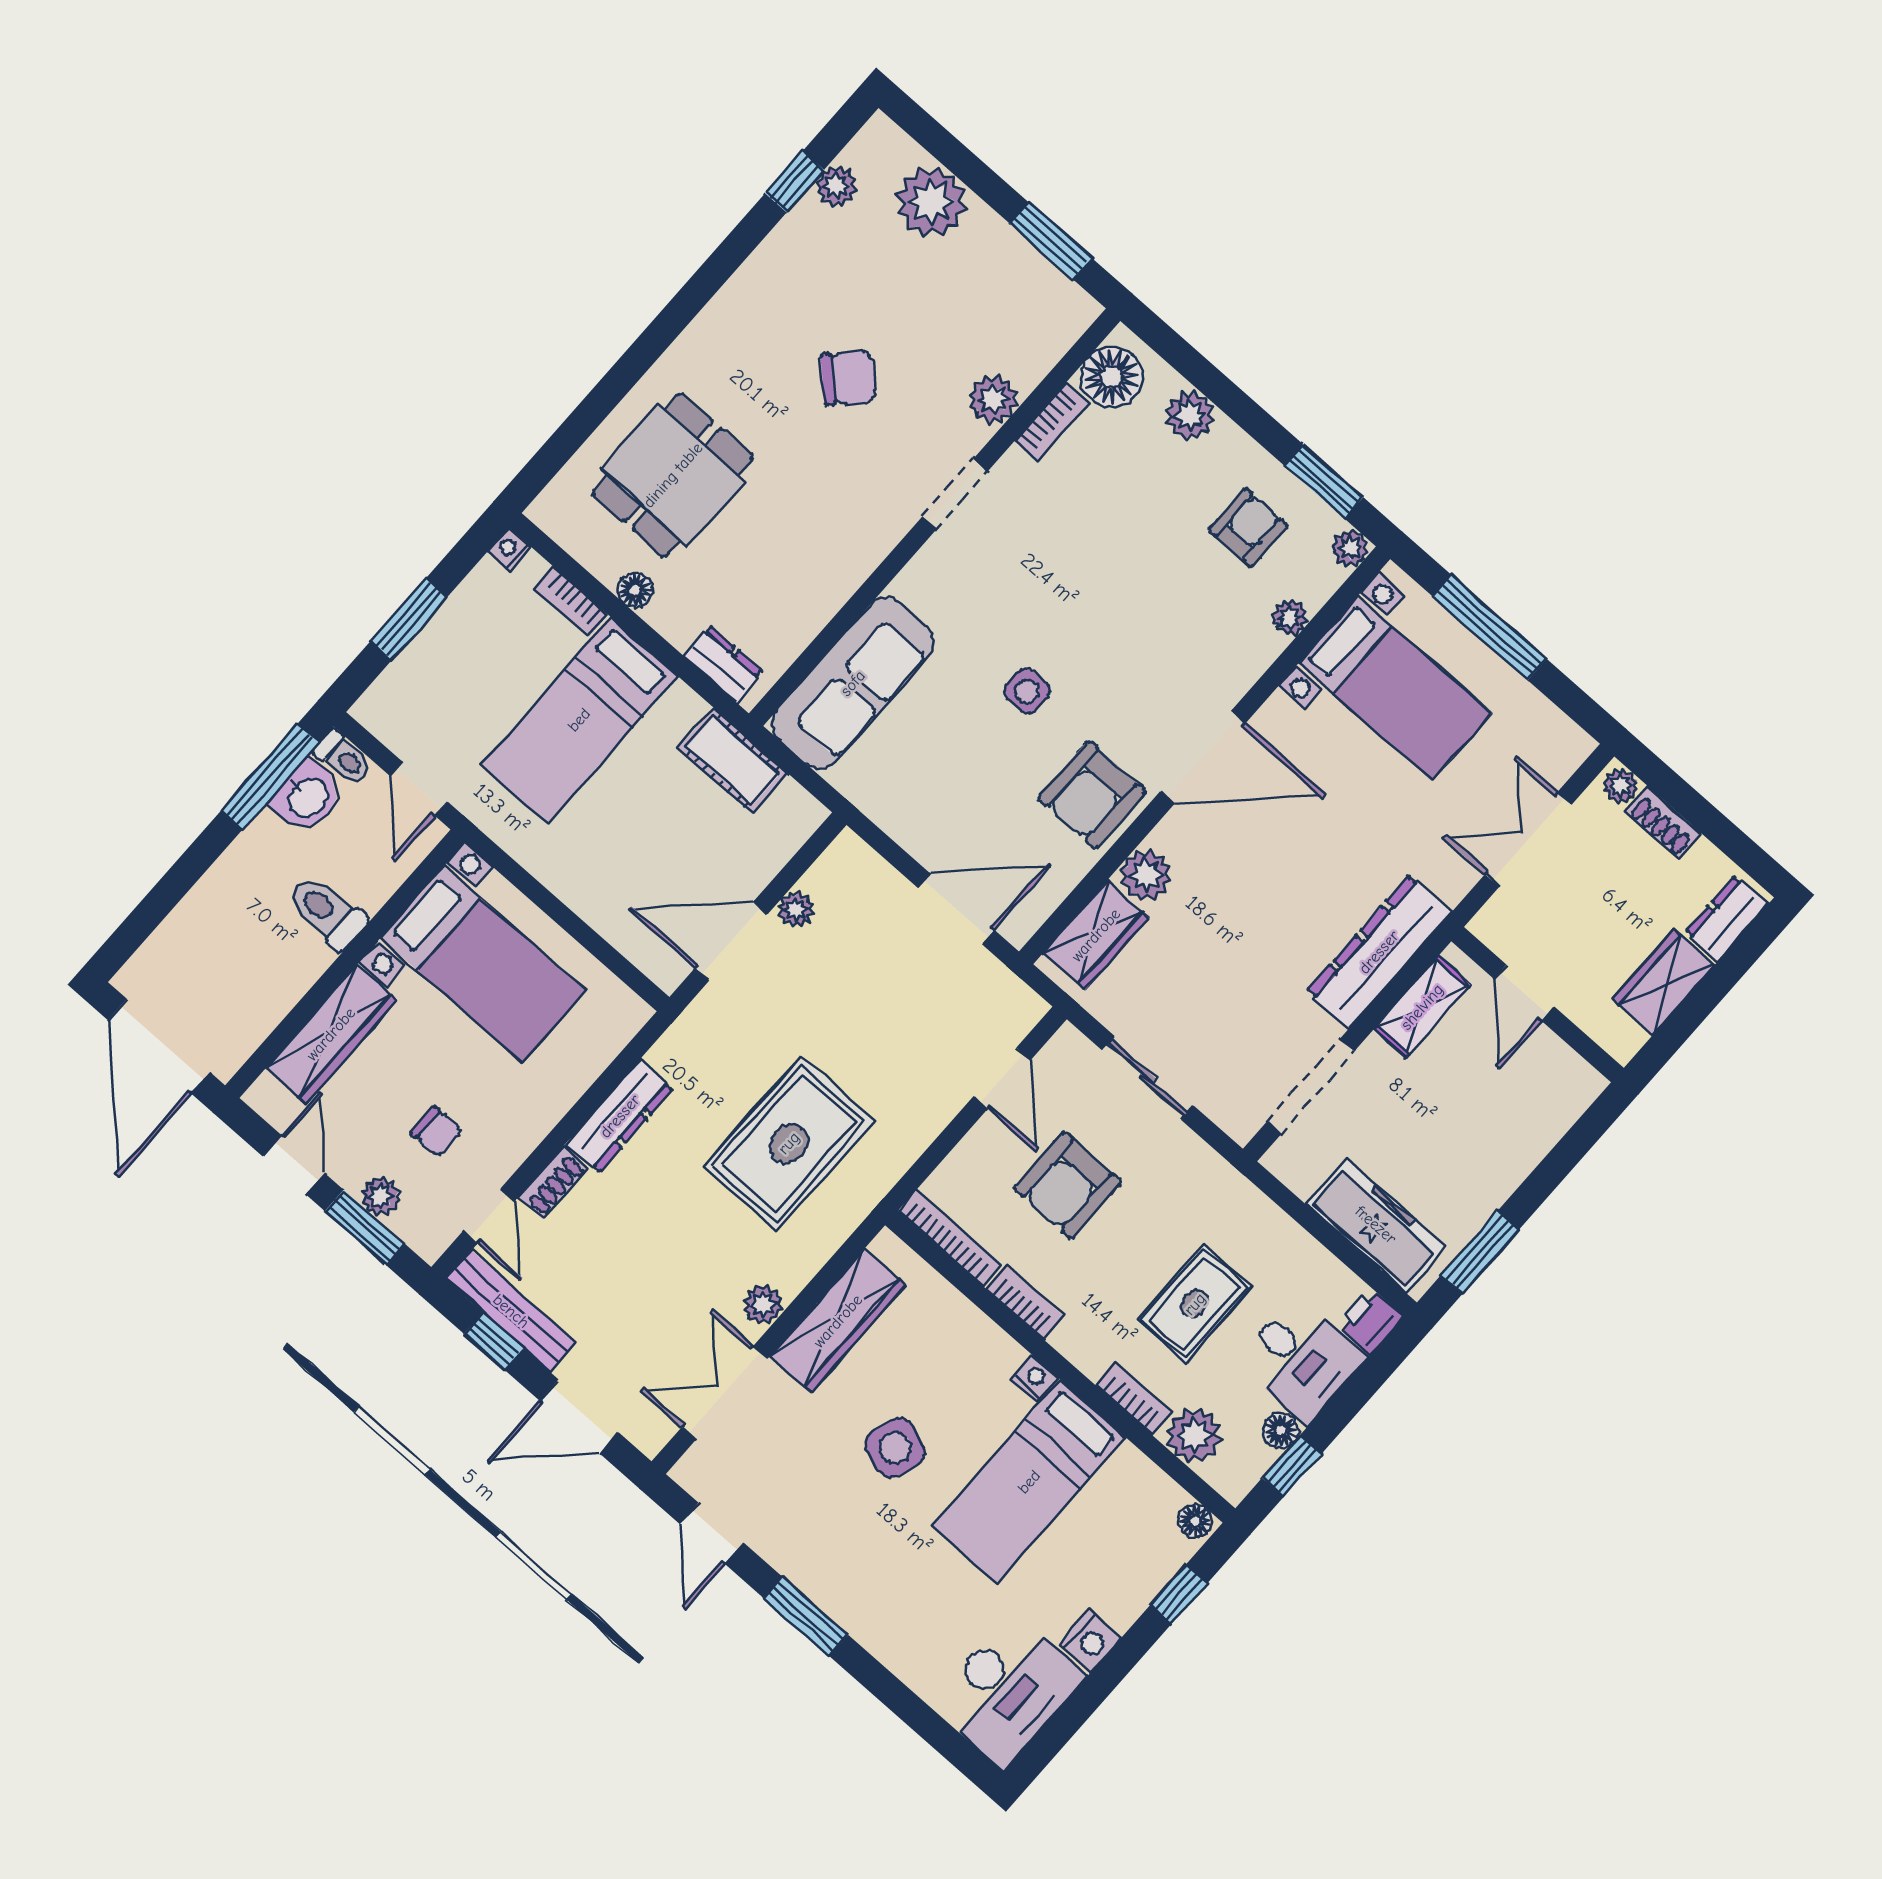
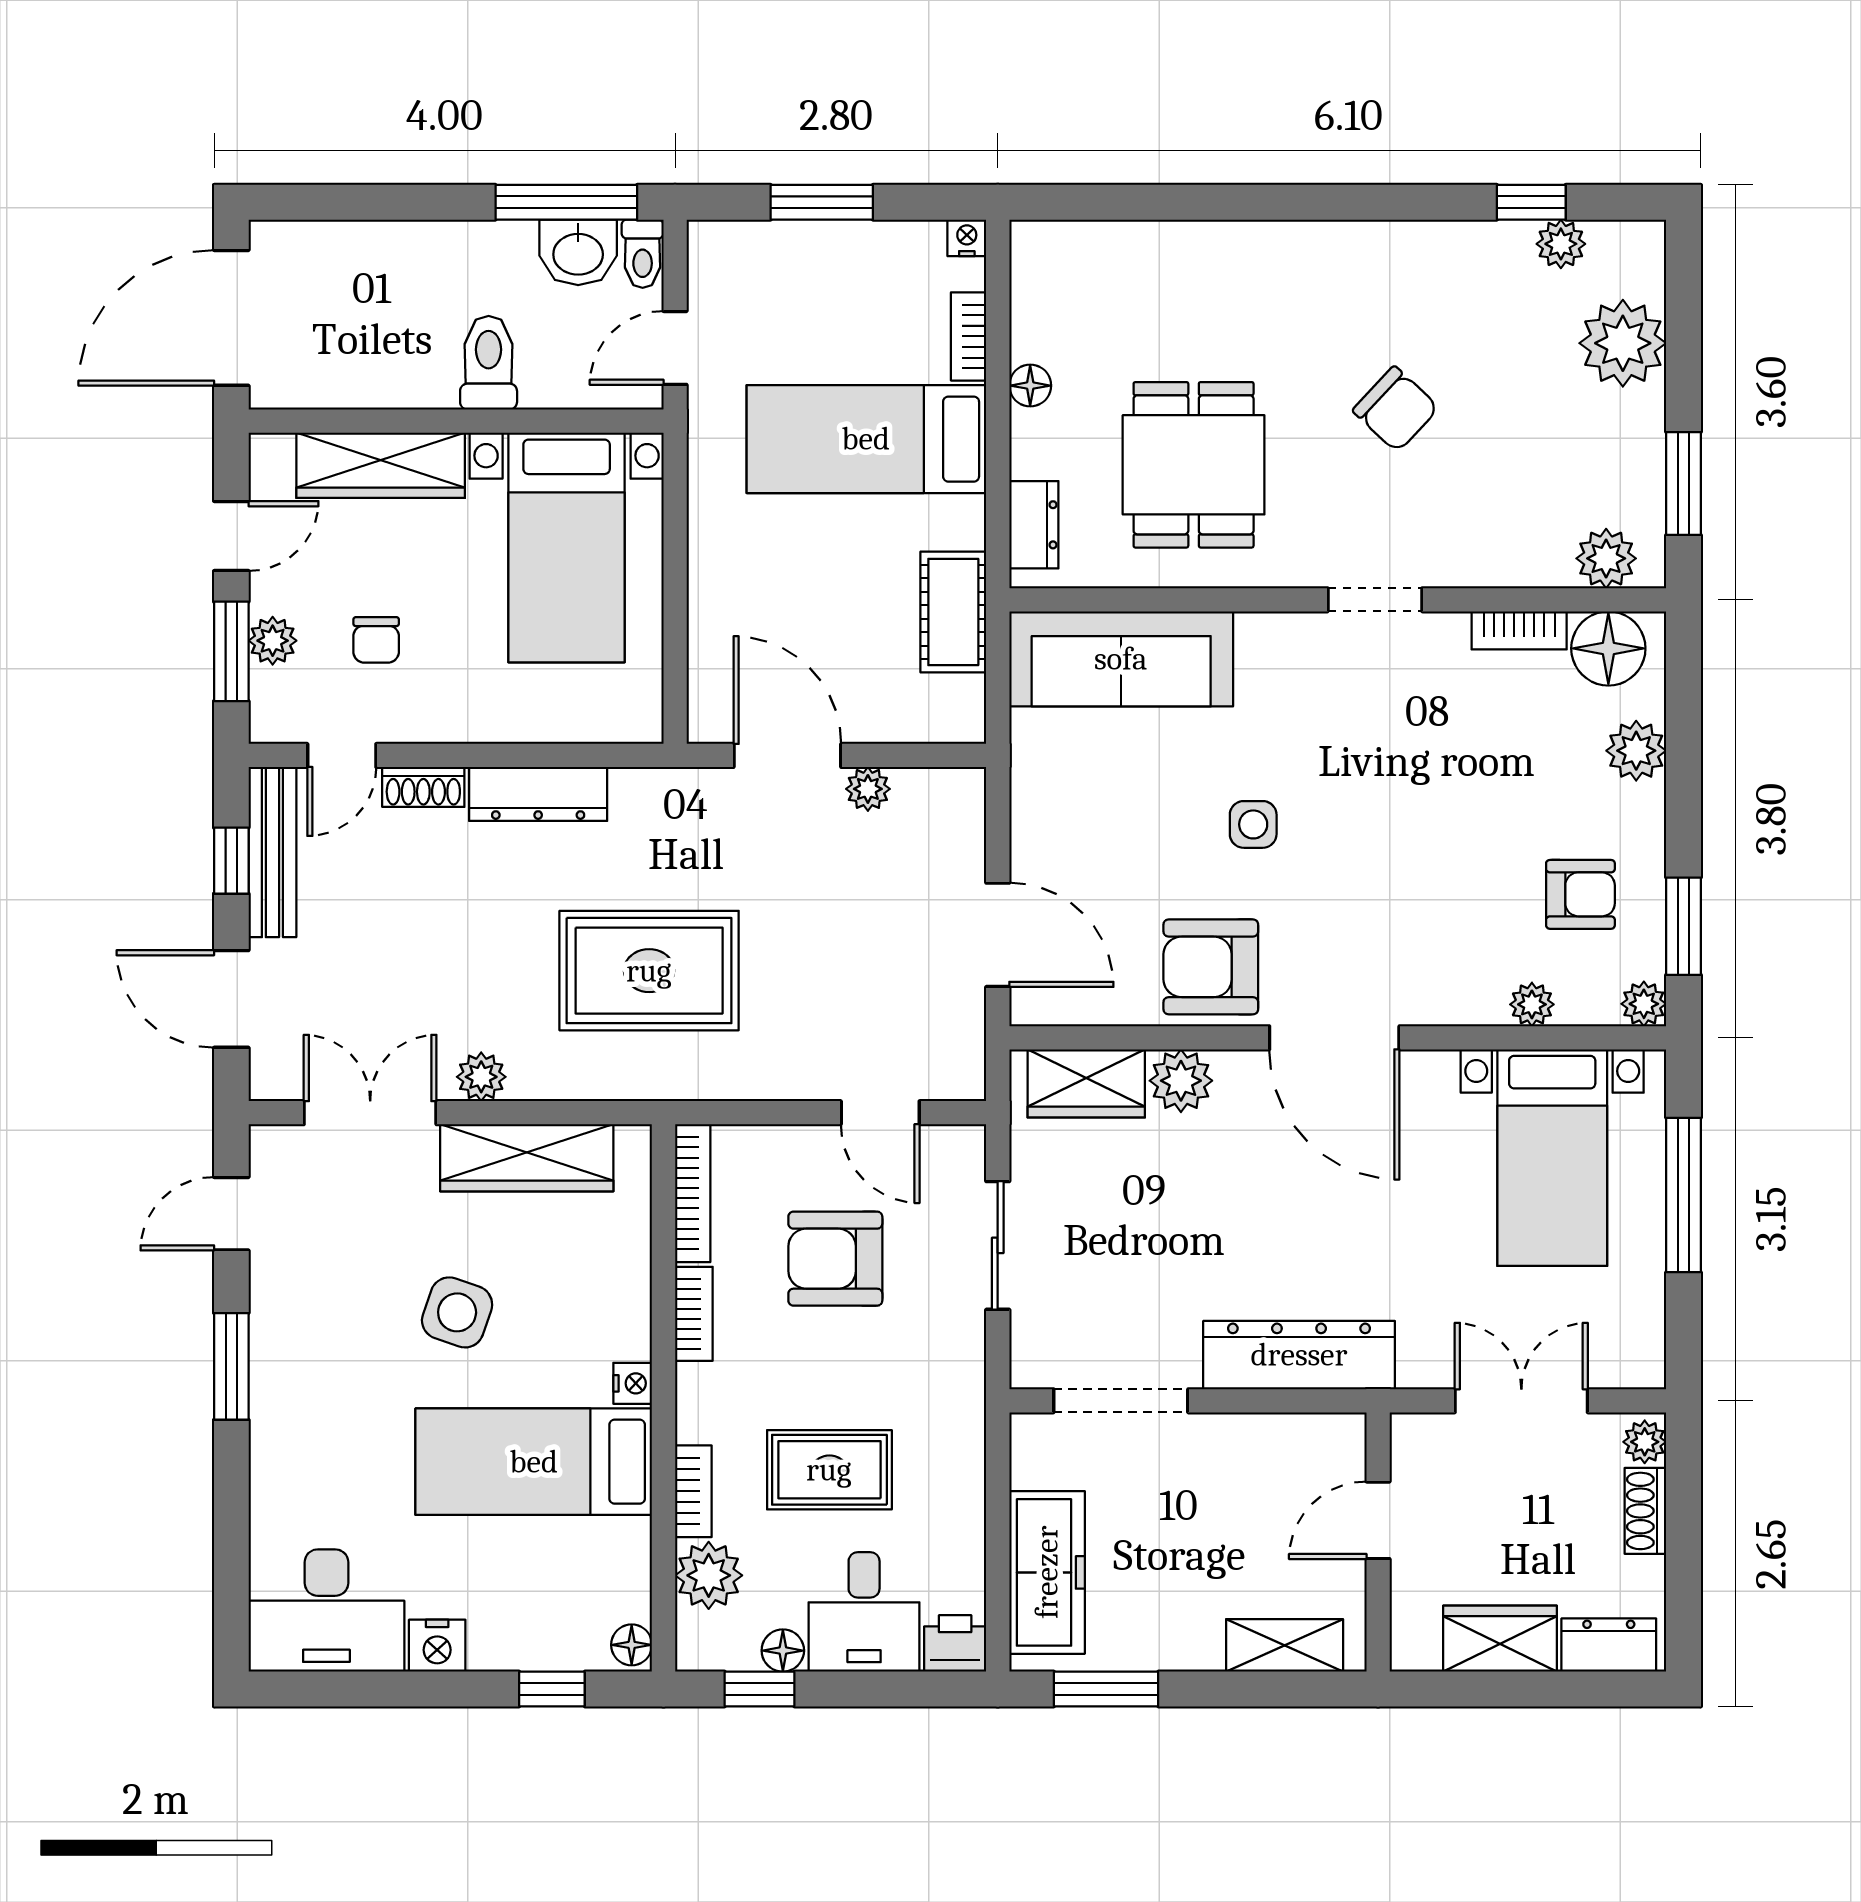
plant: (993, 399) -> (1606, 558), moved
dining table: (673, 475) -> (1194, 465), moved, turned 90
shelving: (1422, 1007) -> (1285, 1645), moved
door: (1002, 1078) -> (880, 1113), hinge flipped

